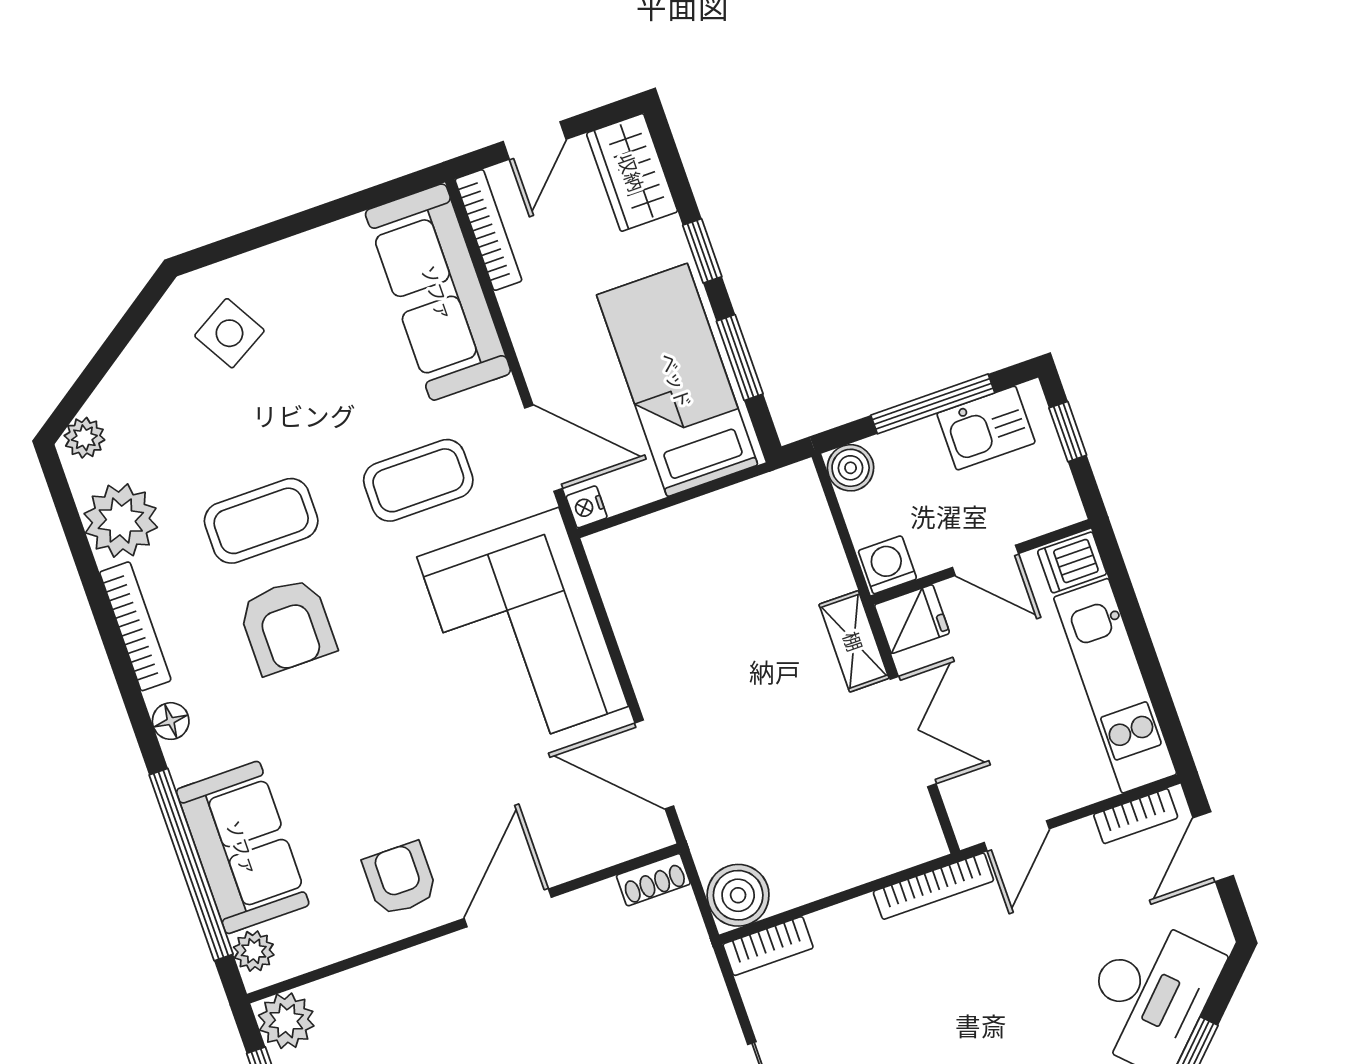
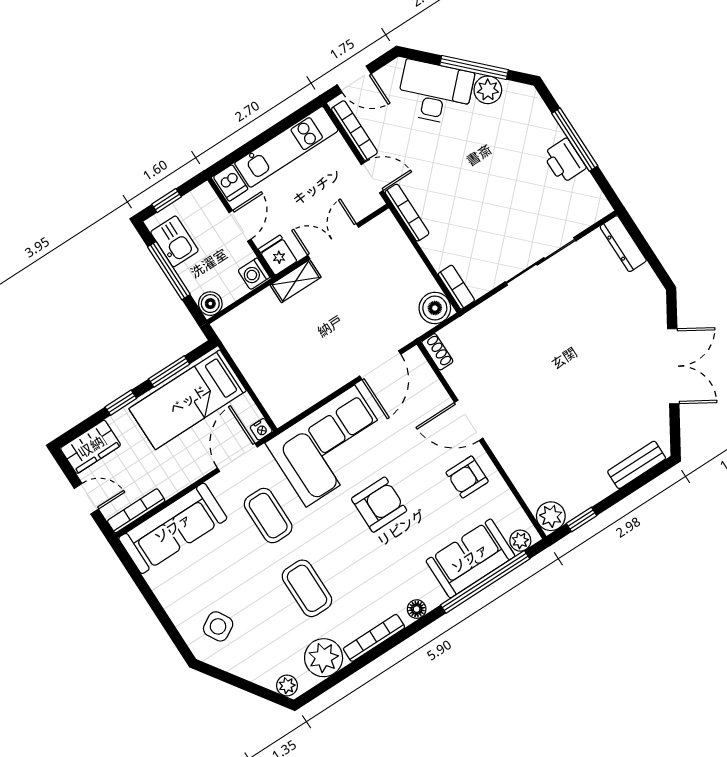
armchair: (287, 626) -> (379, 505), moved
bookcase: (1136, 816) -> (354, 131), width x1.56

